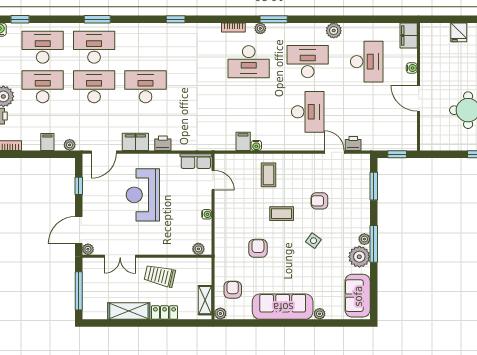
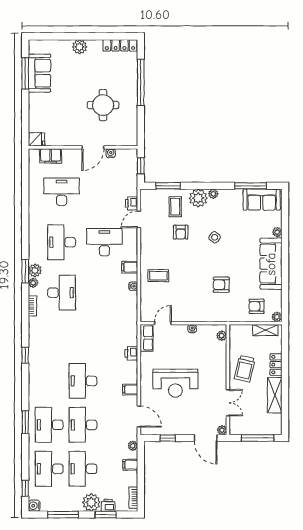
plant: (334, 31) -> (35, 270), moved
fridge: (459, 32) -> (36, 139), moved
filing cabinet: (409, 36) -> (51, 156), moved
water cooler: (412, 68) -> (111, 153), moved
filing cabinet: (243, 141) -> (130, 267), moved
filing cabinet: (135, 142) -> (130, 390), width x0.50
printer: (163, 143) -> (131, 353), moved
coffee table: (282, 214) -> (175, 207), moved
window: (374, 244) -> (250, 186), moved
plant: (359, 257) -> (198, 198), moved

